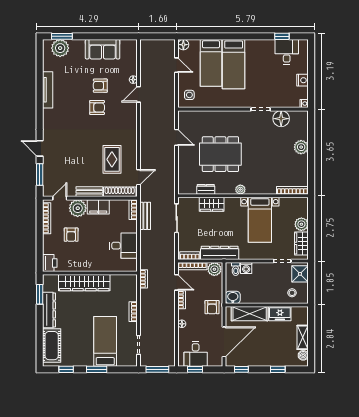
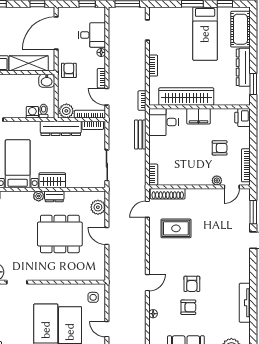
door: (139, 94) -> (147, 283), moved
armchair: (97, 107) -> (192, 284), turned -90
door: (177, 137) -> (107, 236), moved
rug: (112, 159) -> (176, 228), turned 90
plant: (185, 179) -> (98, 207), added
dresser: (206, 189) -> (54, 196), moved
bench: (89, 192) -> (200, 194), removed
wardrobe: (212, 204) -> (52, 180), moved
filing cabinet: (98, 207) -> (199, 116), moved, turned 180
plant: (78, 208) -> (217, 180), width x0.53, depth x0.53
bench: (145, 216) -> (140, 134), moved
armchair: (71, 235) -> (220, 148), turned 90
desk: (123, 246) -> (164, 122), moved
wardrobe: (84, 283) -> (186, 97), moved
bed: (105, 341) -> (205, 34), moved
desk: (196, 354) -> (92, 35), moved, turned 90

